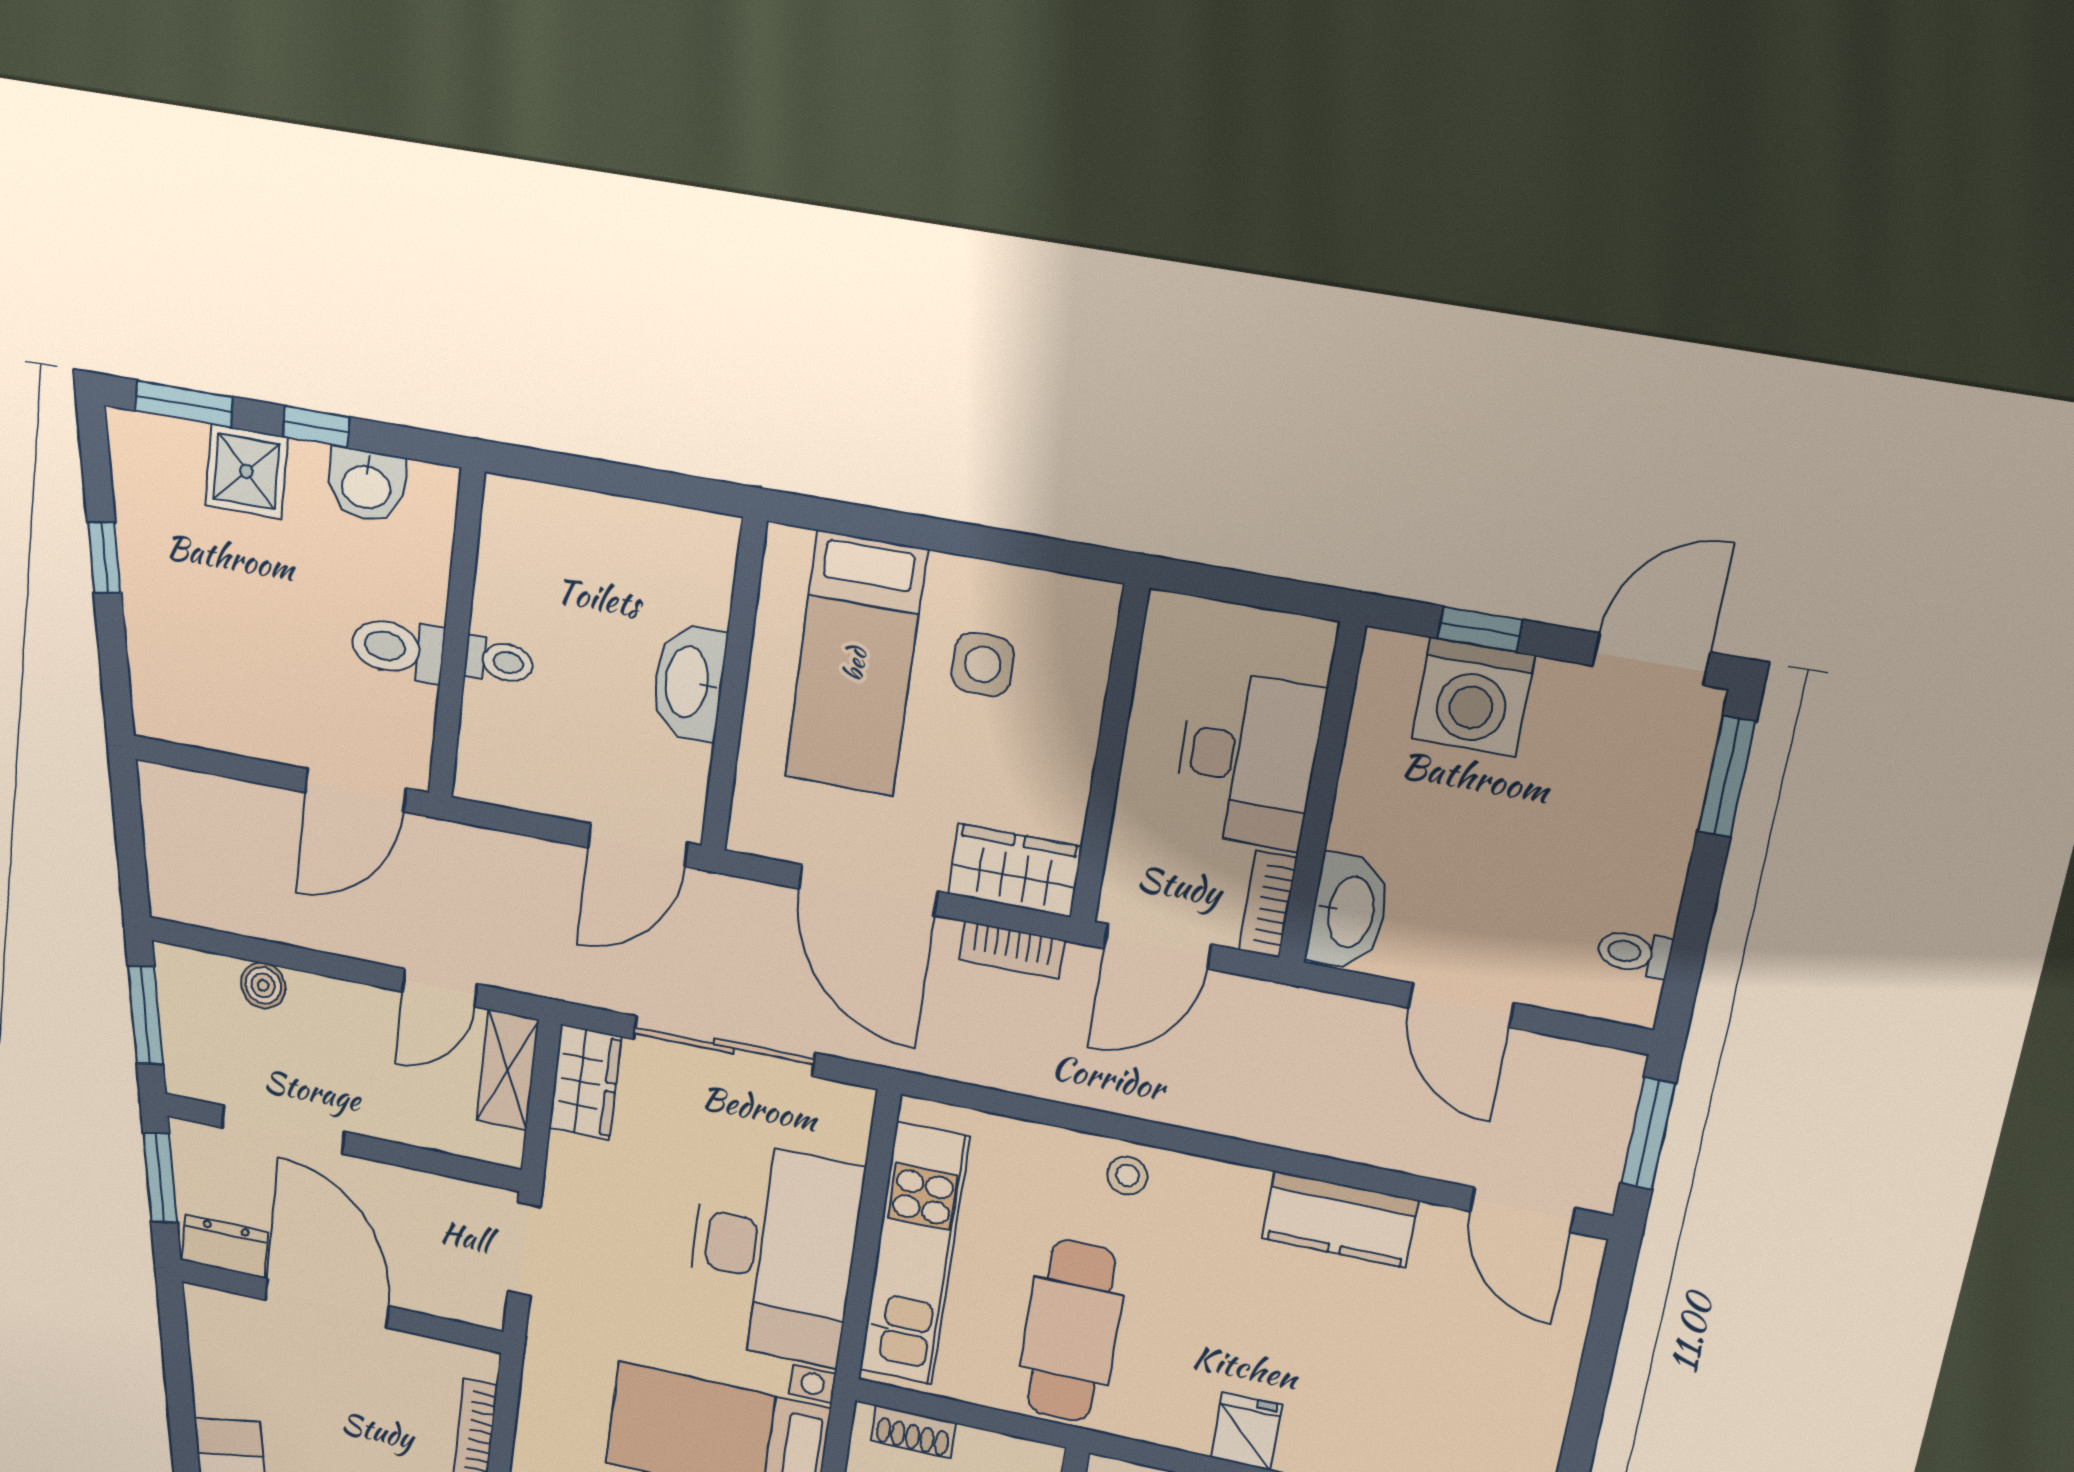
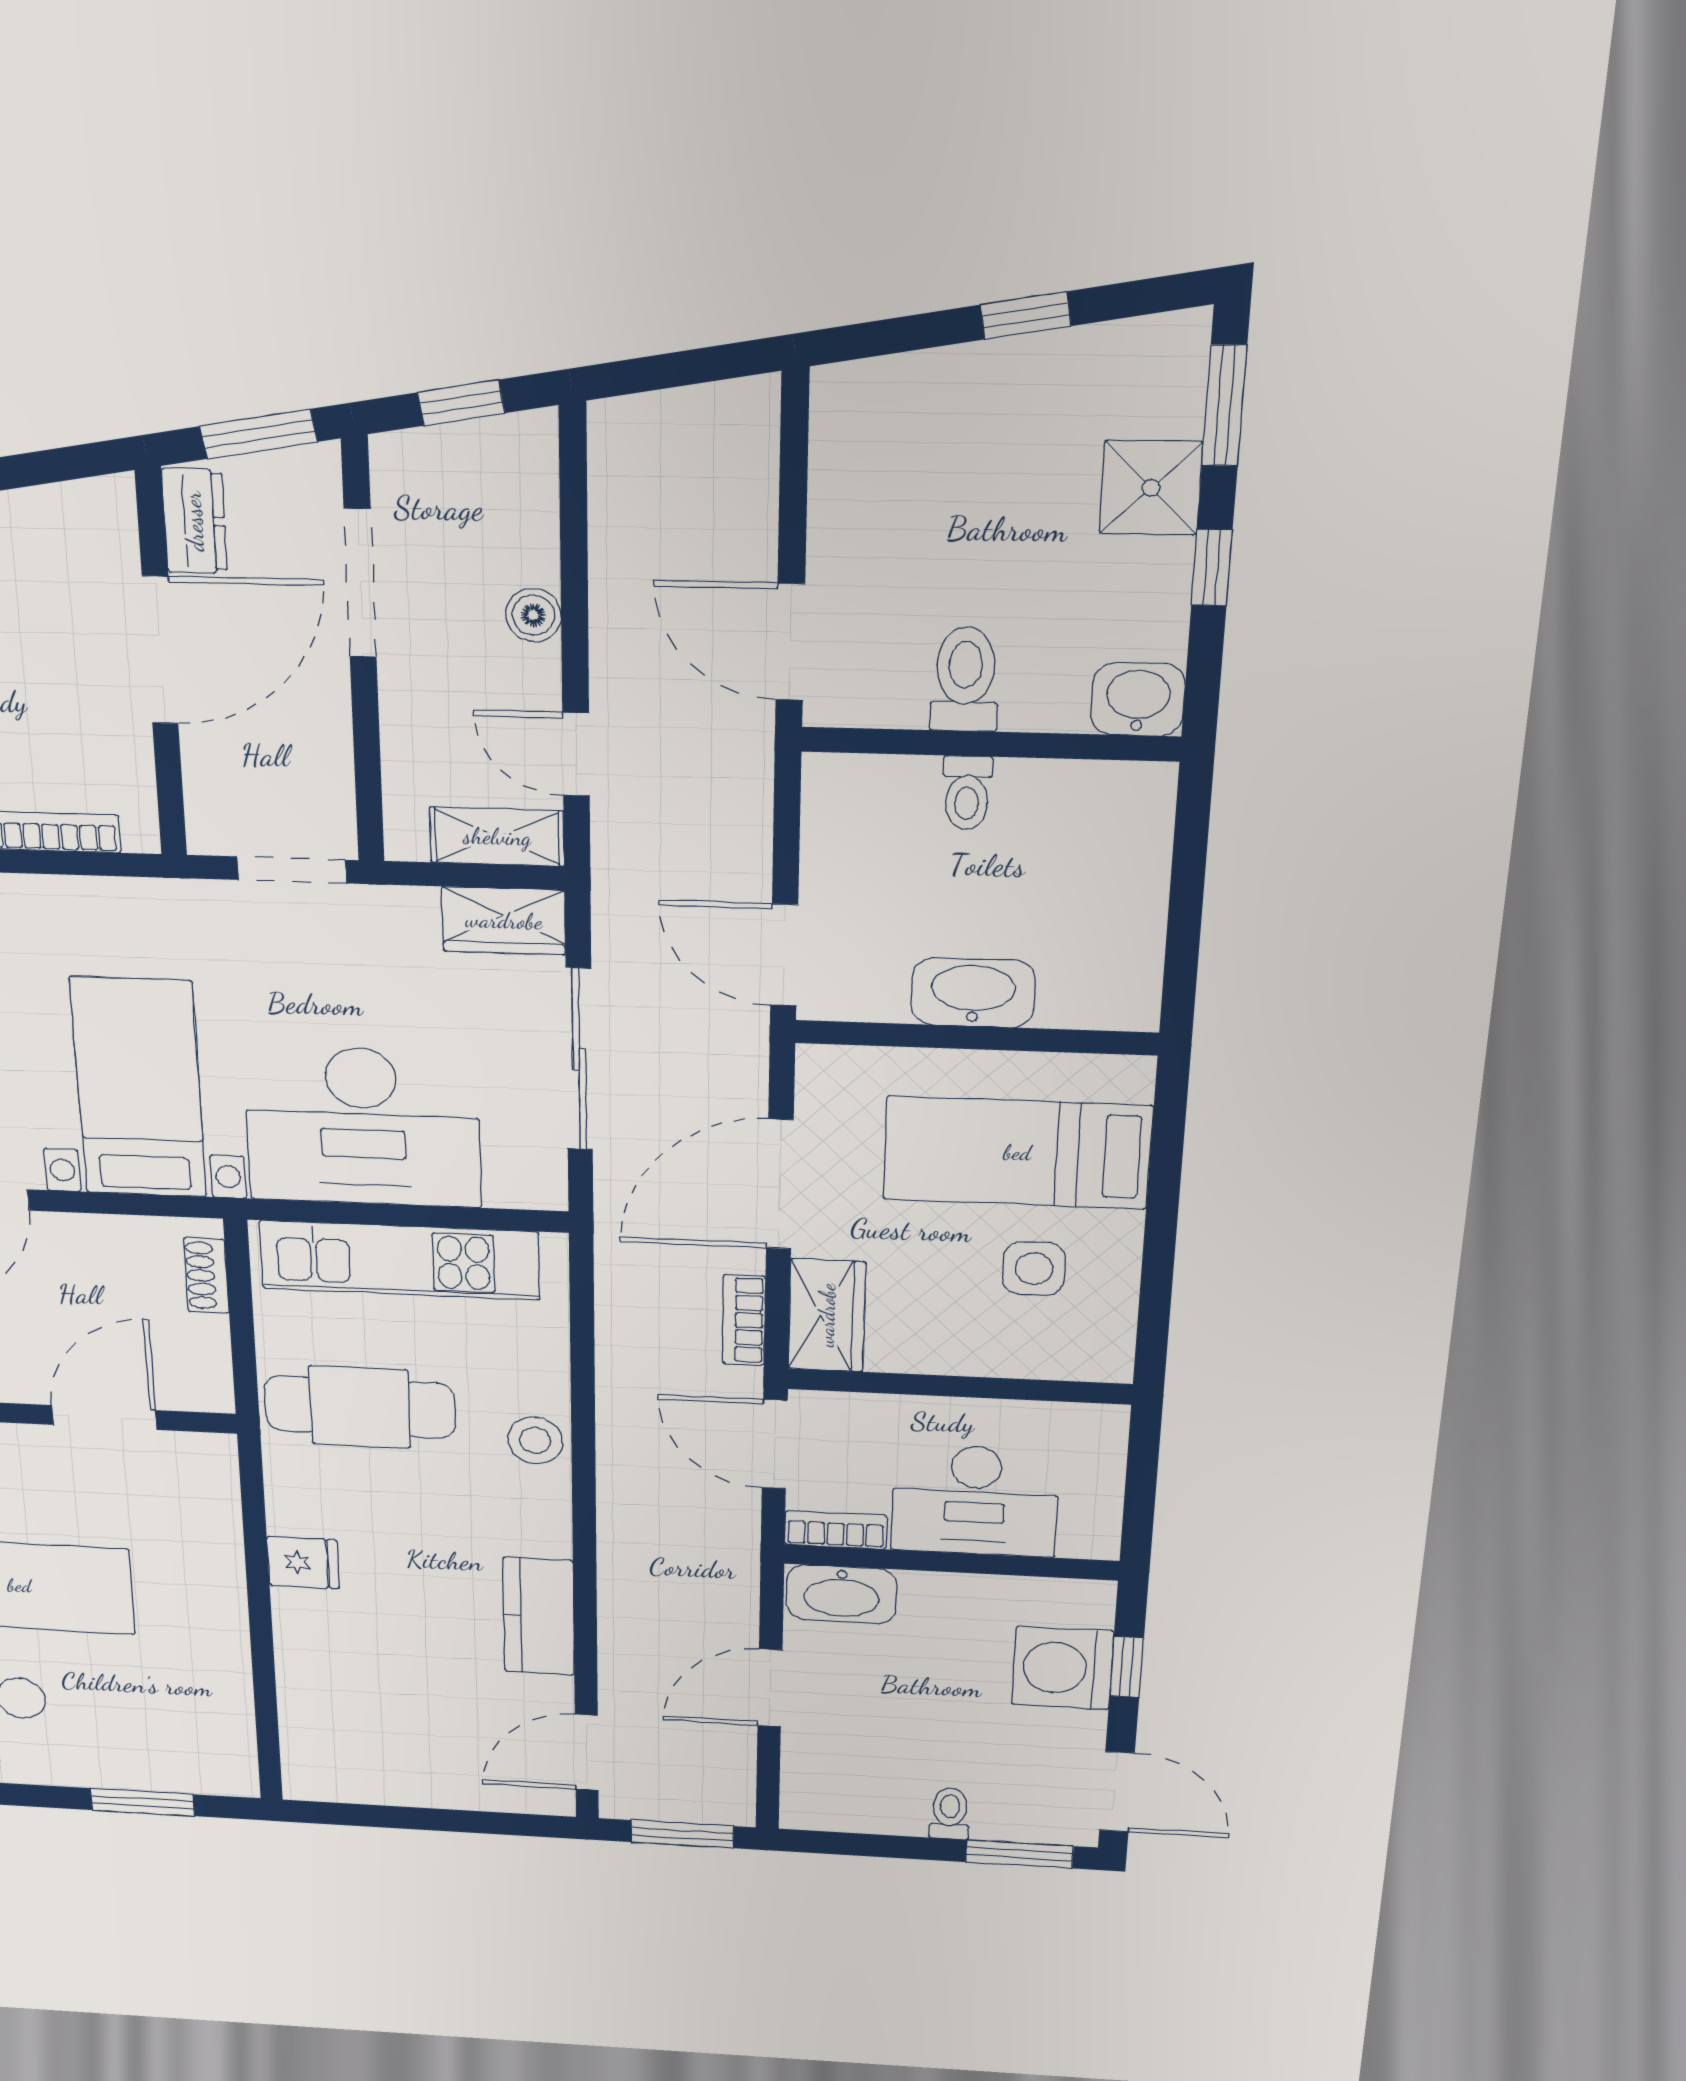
washbasin: (366, 485) -> (1138, 699), moved, turned 90
toilet: (1634, 953) -> (950, 1813), moved
boiler: (263, 985) -> (533, 615), moved
window: (145, 1015) -> (461, 403), width x0.67
stool: (1127, 1176) -> (535, 1440), width x1.37, depth x1.37

